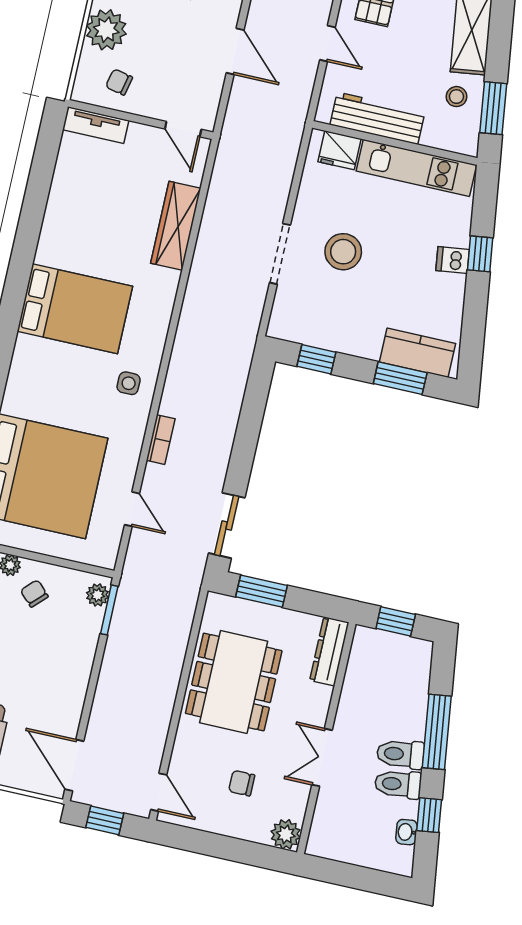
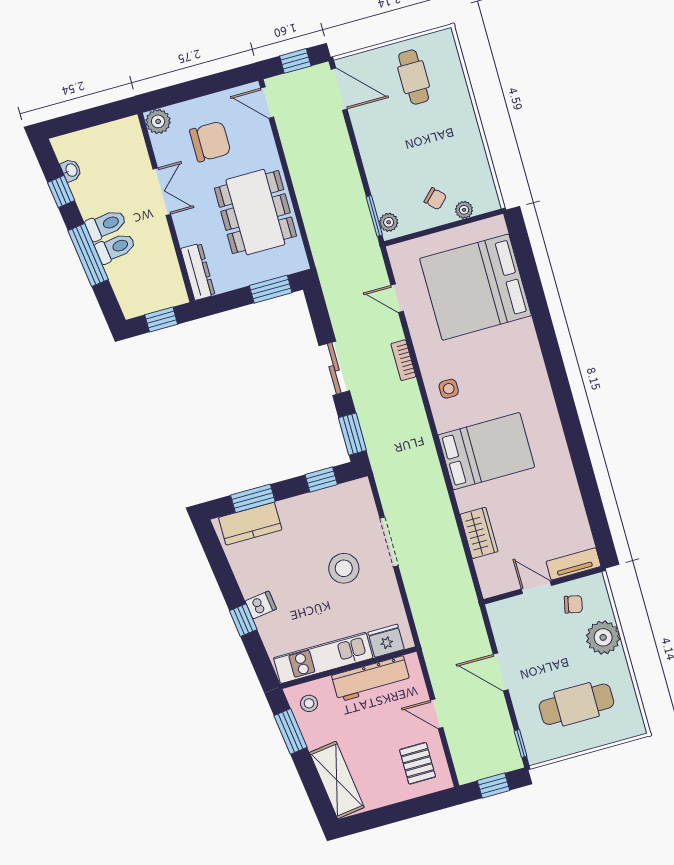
stool: (456, 97) -> (309, 703), moved
door: (183, 129) -> (536, 587), moved
wardrobe: (176, 226) -> (479, 533), width x0.67
bed: (75, 309) -> (486, 451), moved, turned 180
window: (257, 390) -> (352, 434), added
sliding door: (227, 525) -> (334, 368), moved
chair: (242, 783) -> (210, 141), width x1.87, depth x1.87
toilet: (398, 784) -> (115, 248), moved

